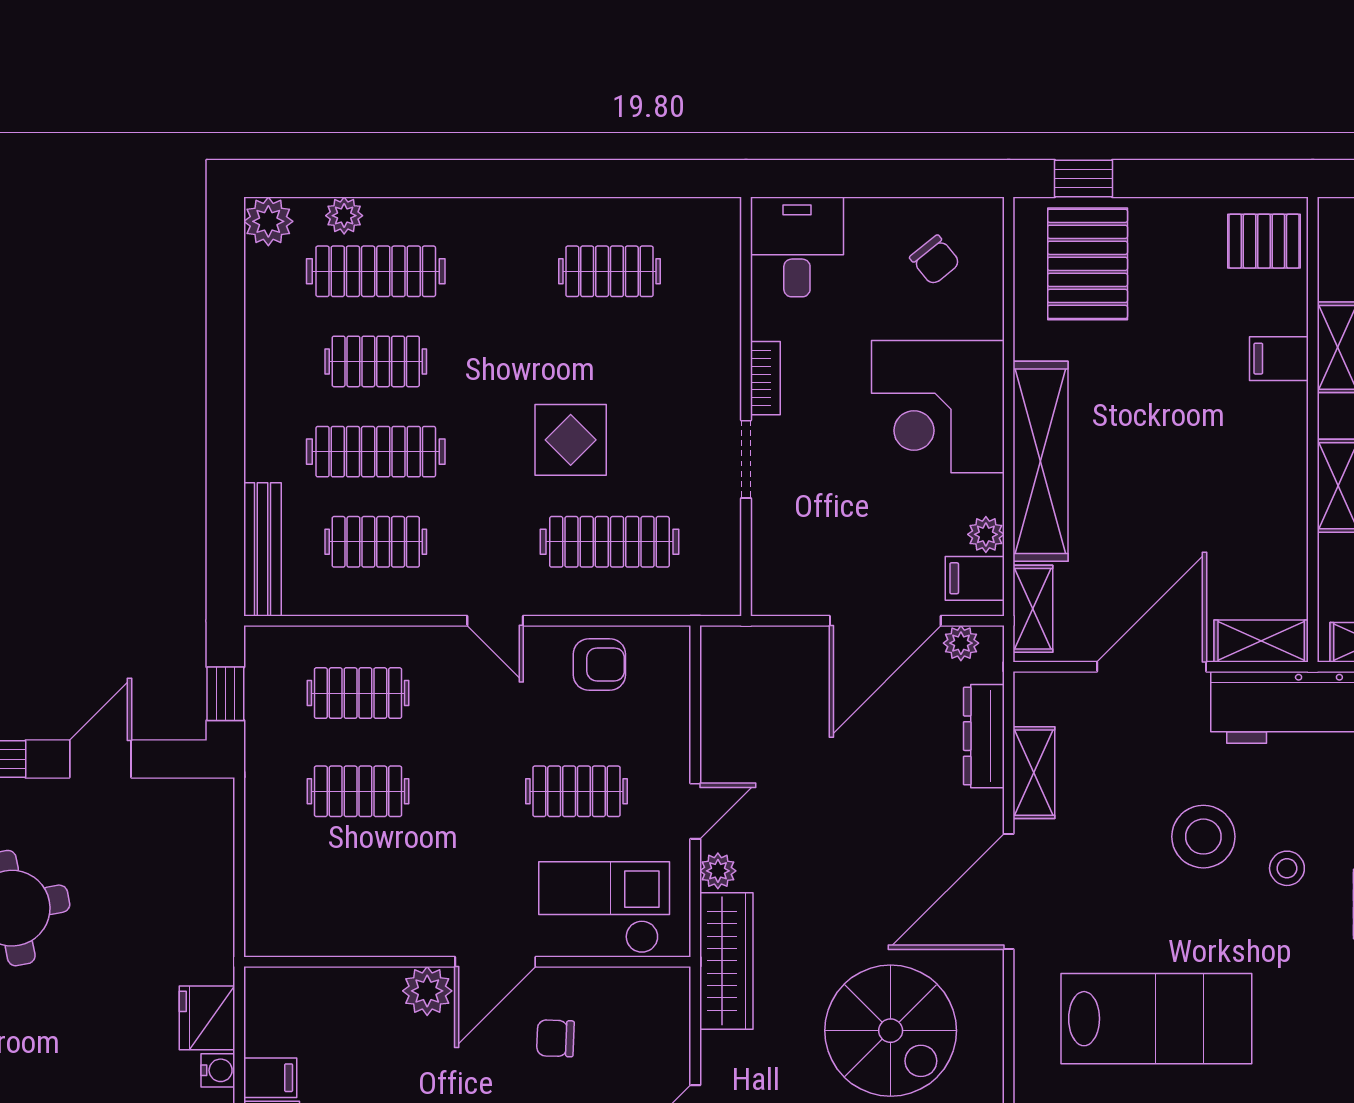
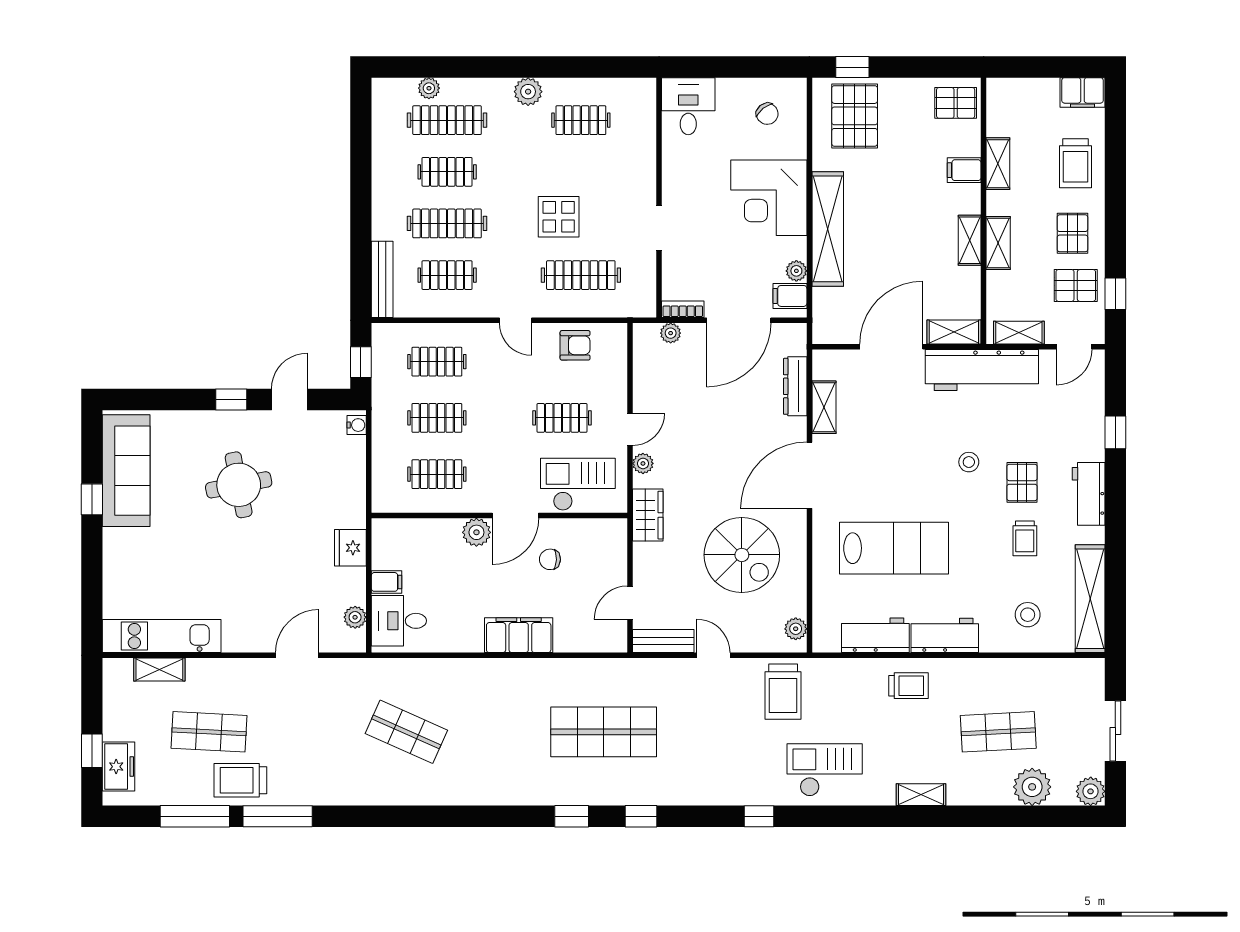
plant: (268, 221) -> (528, 92), moved
bookcase: (765, 378) -> (683, 309), moved, turned -90
shelving: (1033, 609) -> (970, 240), moved
plant: (961, 643) -> (671, 333), moved
stool: (1203, 837) -> (921, 444), removed
clothes rail: (358, 889) -> (437, 474), added
wardrobe: (726, 961) -> (648, 515), width x0.67
water cooler: (218, 1070) -> (357, 425), moved

